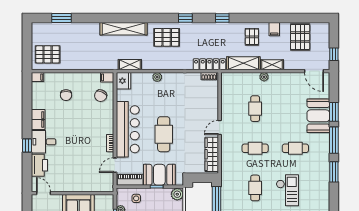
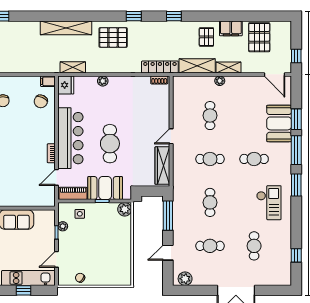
filing cabinet: (274, 29) -> (231, 28), width x2.00
checkout: (287, 190) -> (269, 203), moved

